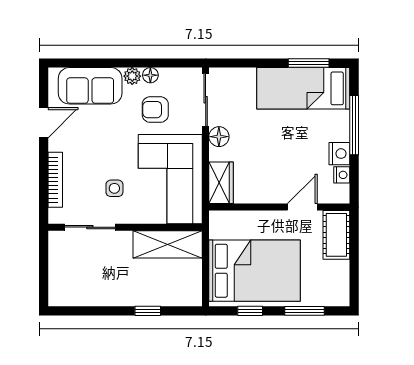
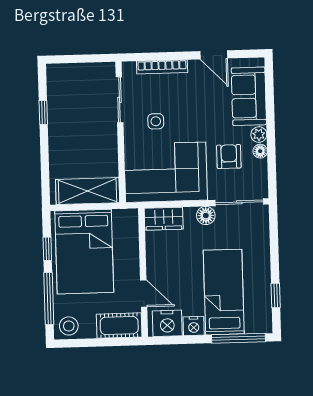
window: (309, 63) -> (276, 295), width x0.67
bed: (303, 88) -> (224, 292), moved
window: (354, 125) -> (239, 338), moved
nightstand: (342, 175) -> (167, 323), width x1.89, depth x1.79
shelving: (168, 244) -> (88, 191), moved, turned 90
stool: (335, 290) -> (69, 326), added
window: (148, 311) -> (43, 112), moved
window: (305, 311) -> (49, 298), width x1.44

